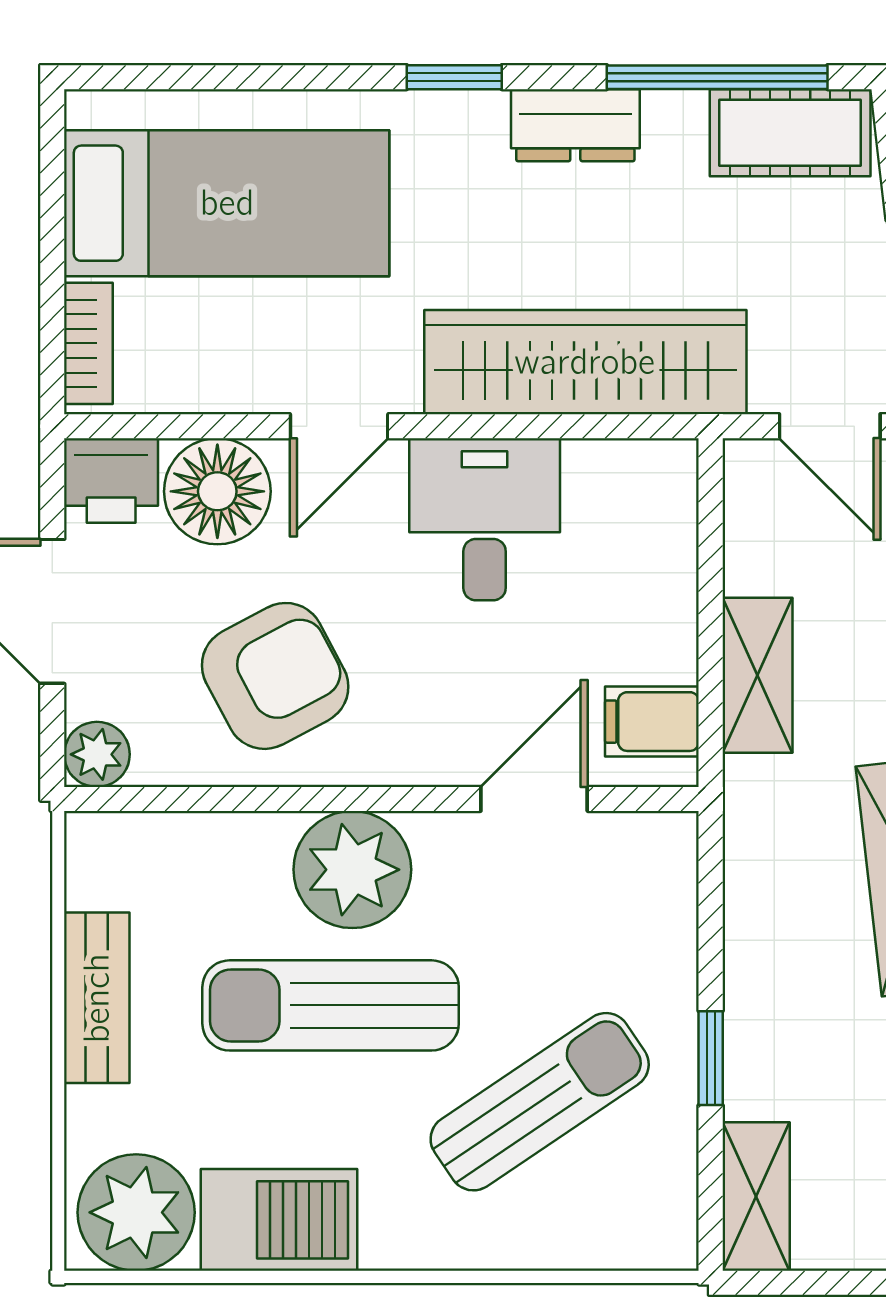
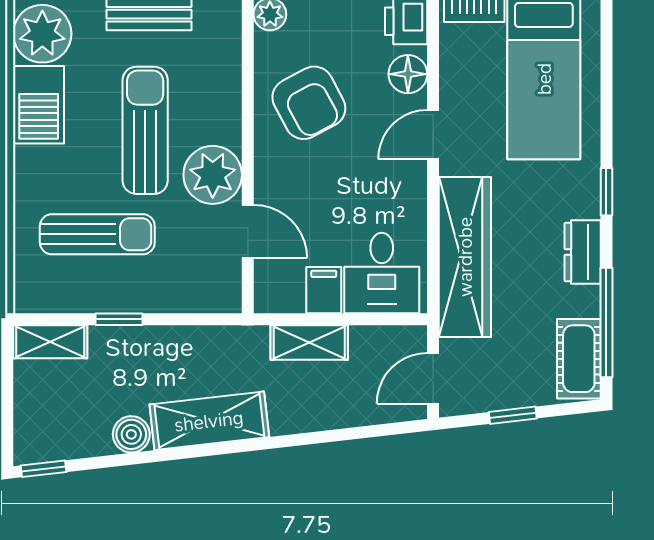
door: (339, 426) -> (433, 135), hinge flipped
floor lamp: (217, 491) -> (408, 74), width x0.73, depth x0.73
desk: (485, 519) -> (382, 273), moved, turned 90
filing cabinet: (652, 722) -> (324, 290), moved
plant: (352, 870) -> (213, 175), moved
sun lounger: (540, 1102) -> (97, 234), turned -56

